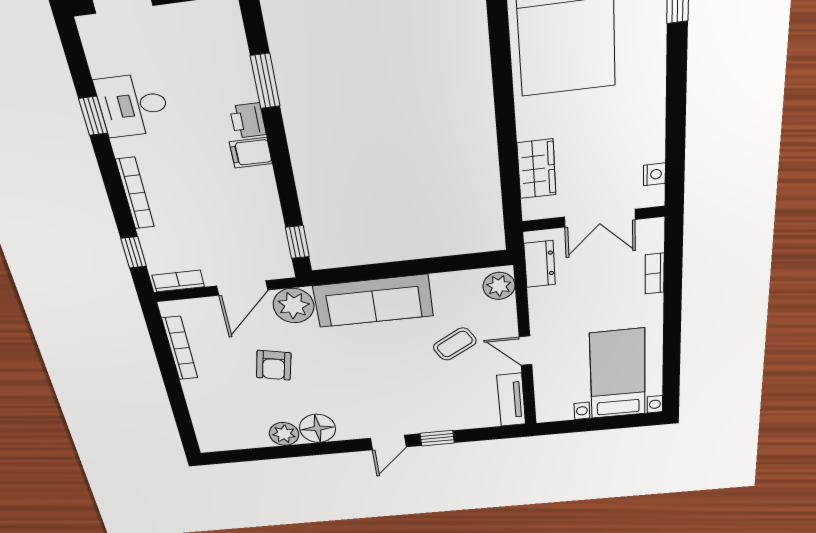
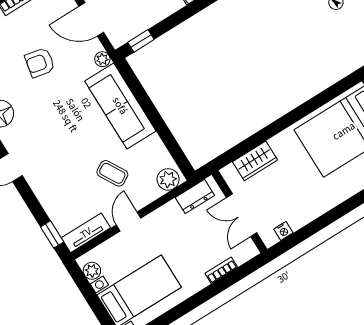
plant: (294, 306) -> (102, 59), width x0.53, depth x0.53
plant: (561, 412) -> (92, 271), added
window: (437, 438) -> (52, 234), moved

